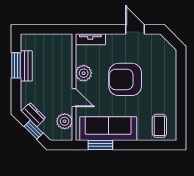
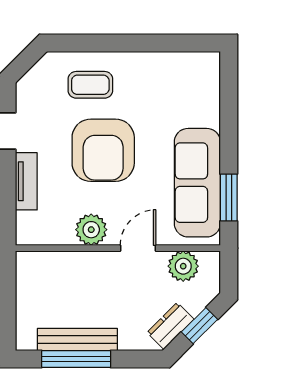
tv unit: (90, 39) -> (26, 181), moved
window: (16, 65) -> (76, 359), width x1.44
bench: (26, 66) -> (77, 340), width x1.36
coffee table: (159, 126) -> (90, 85), moved

